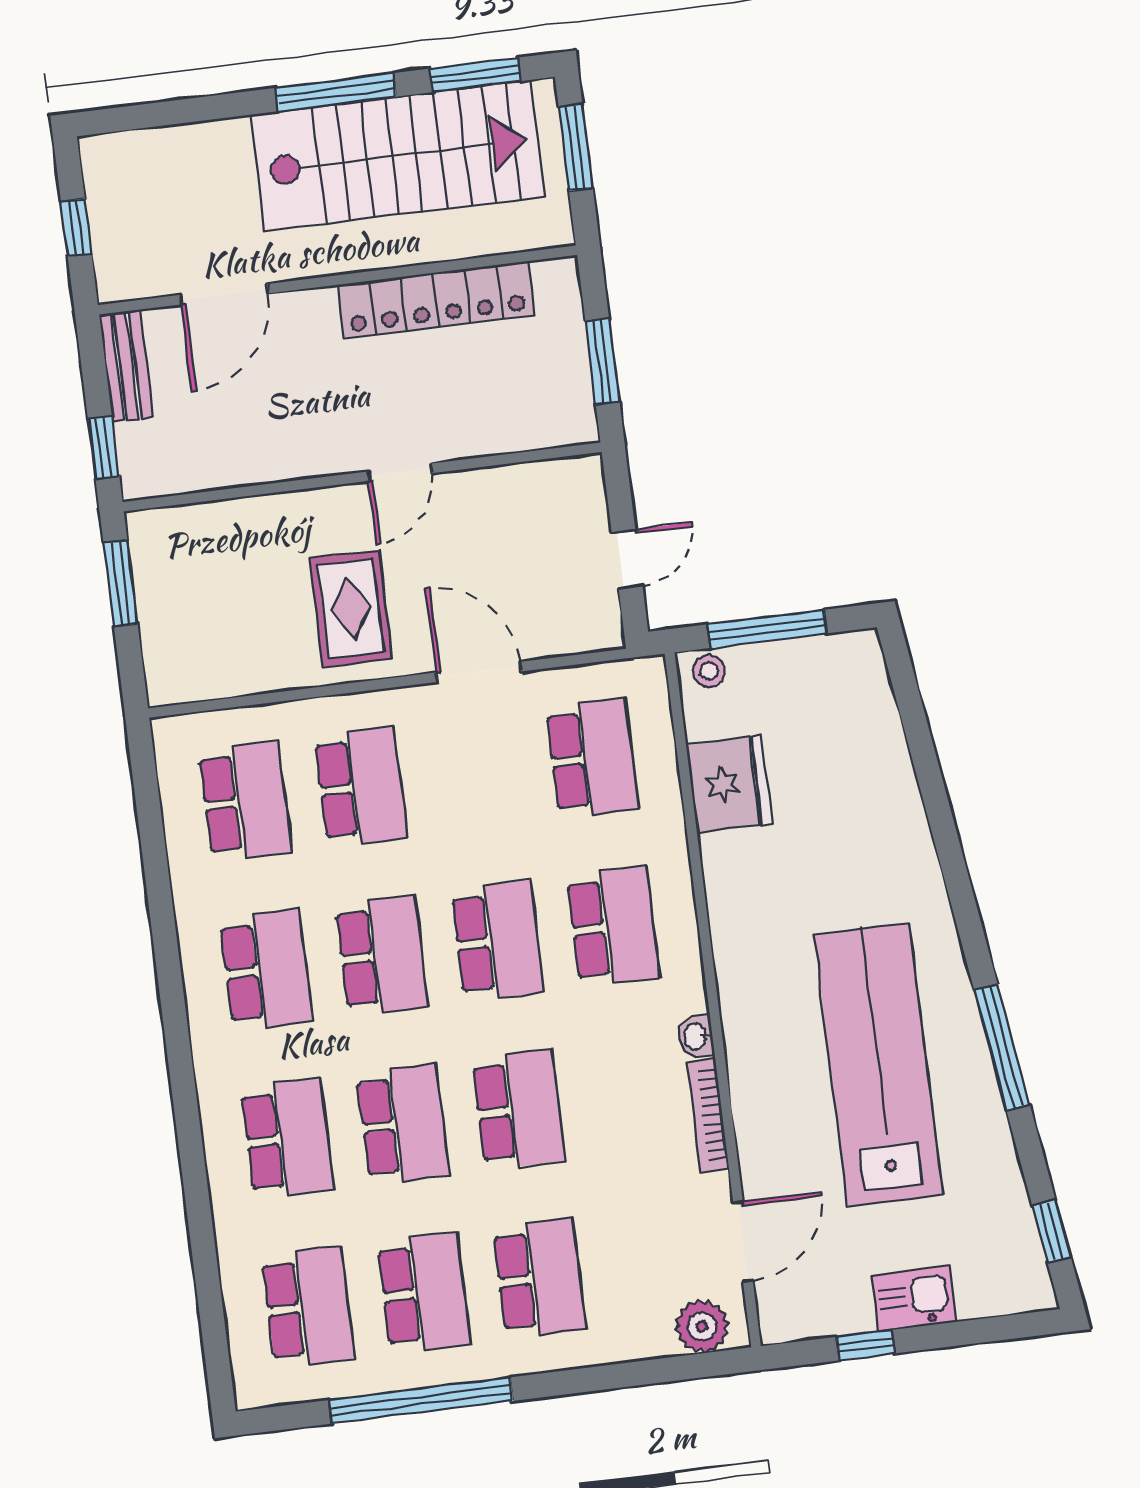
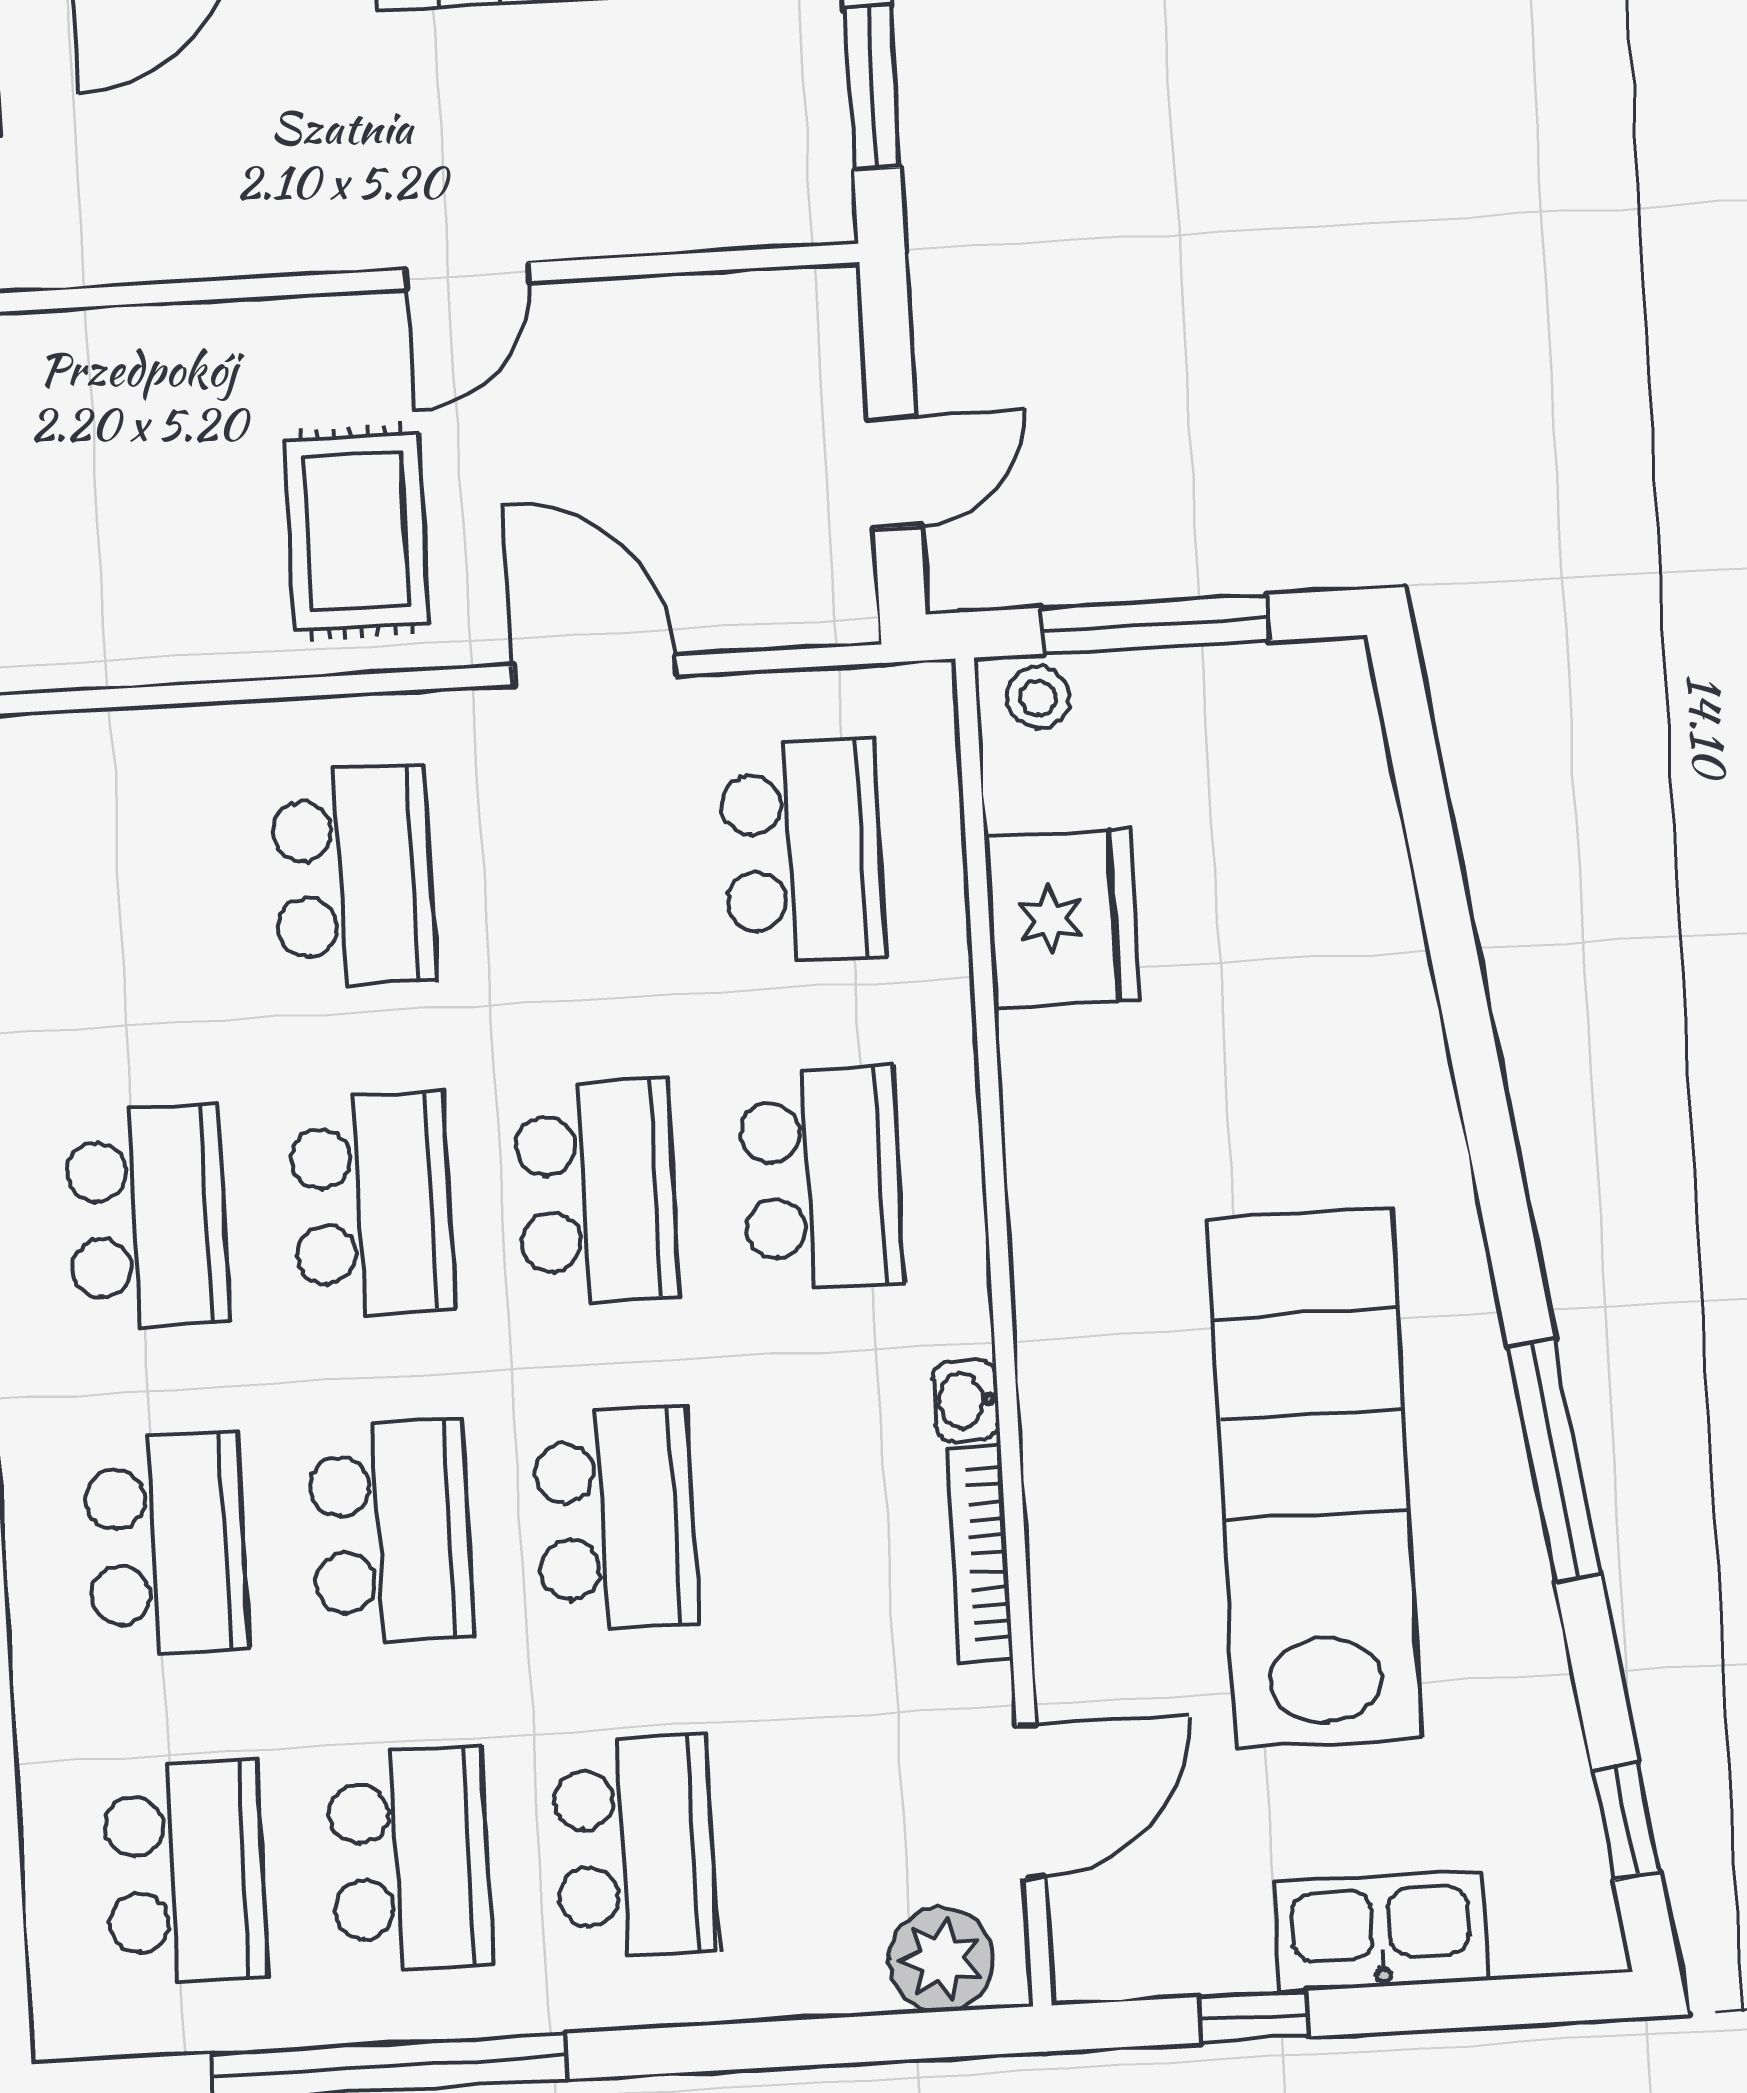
school desk: (245, 801) -> (128, 890), removed
kitchen sink: (914, 1298) -> (1381, 1931), width x1.38

